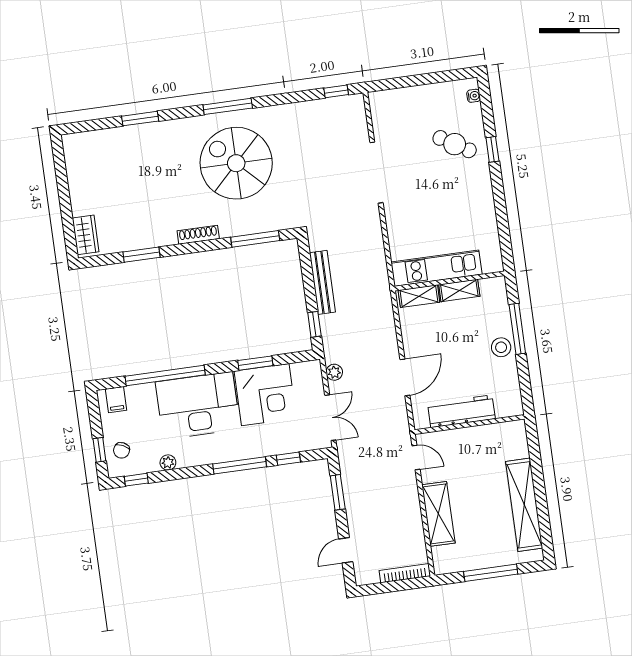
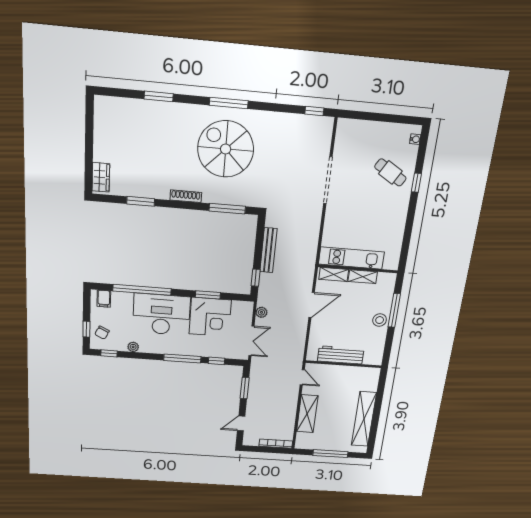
door: (405, 377) -> (312, 305), moved

